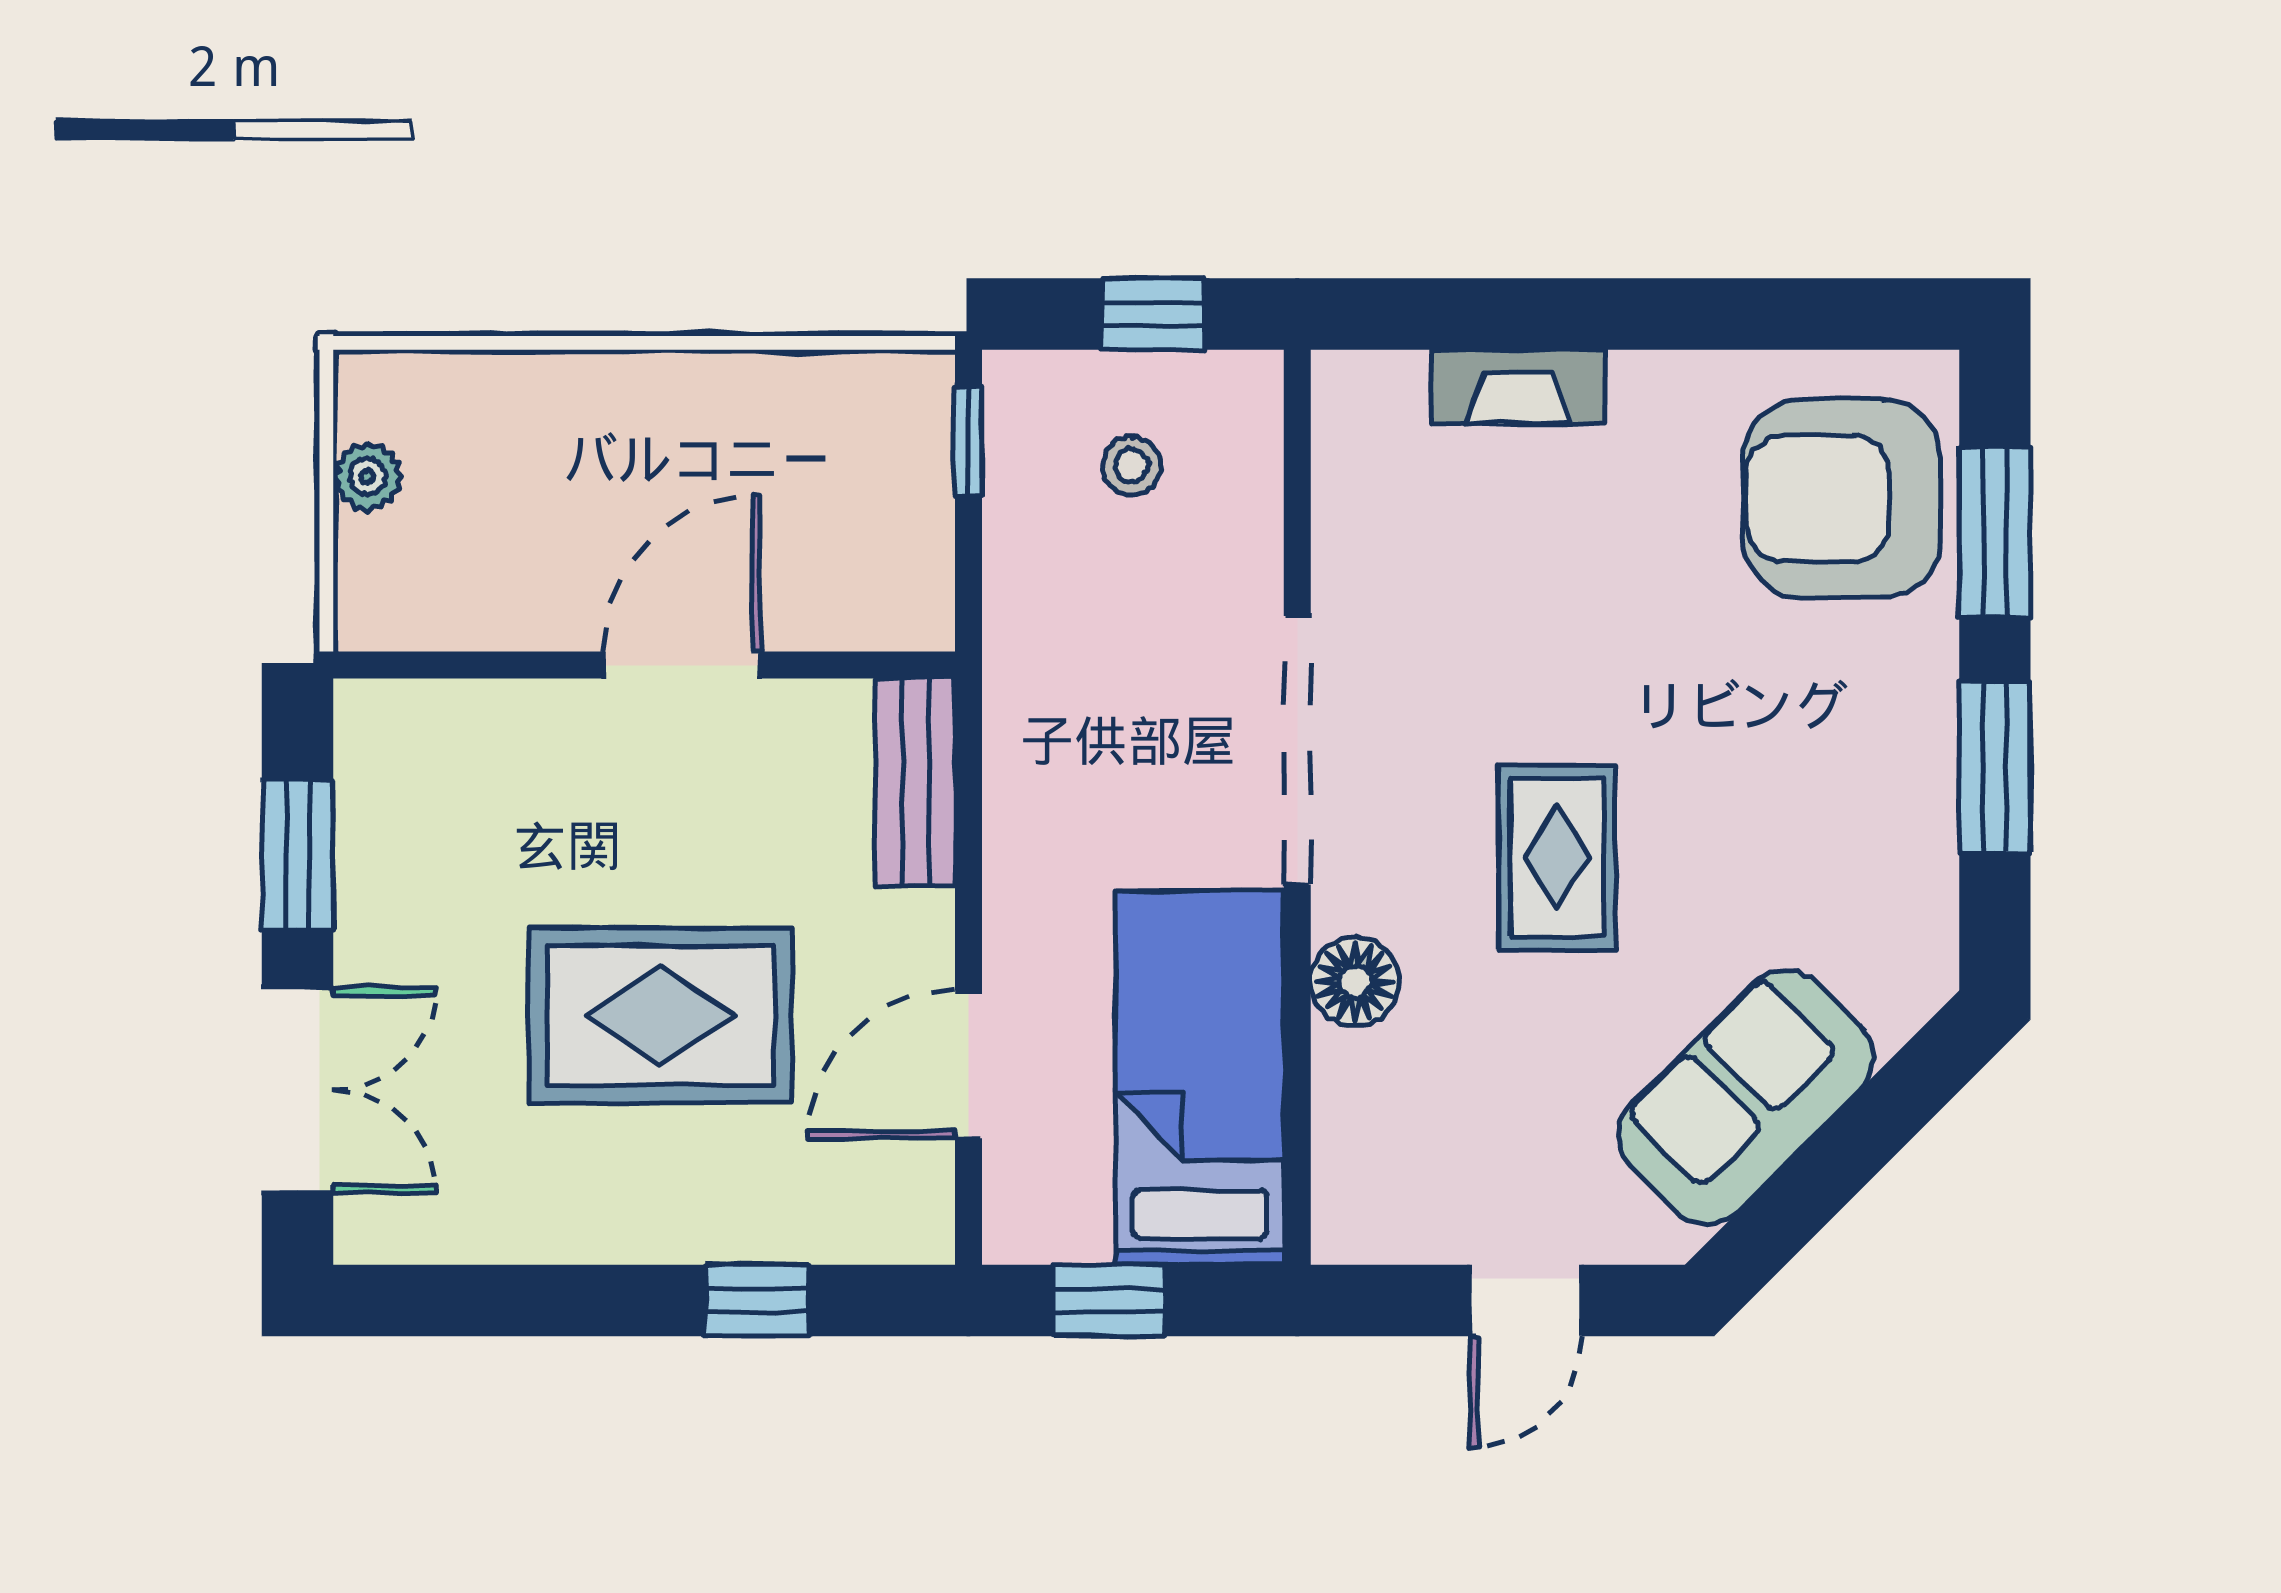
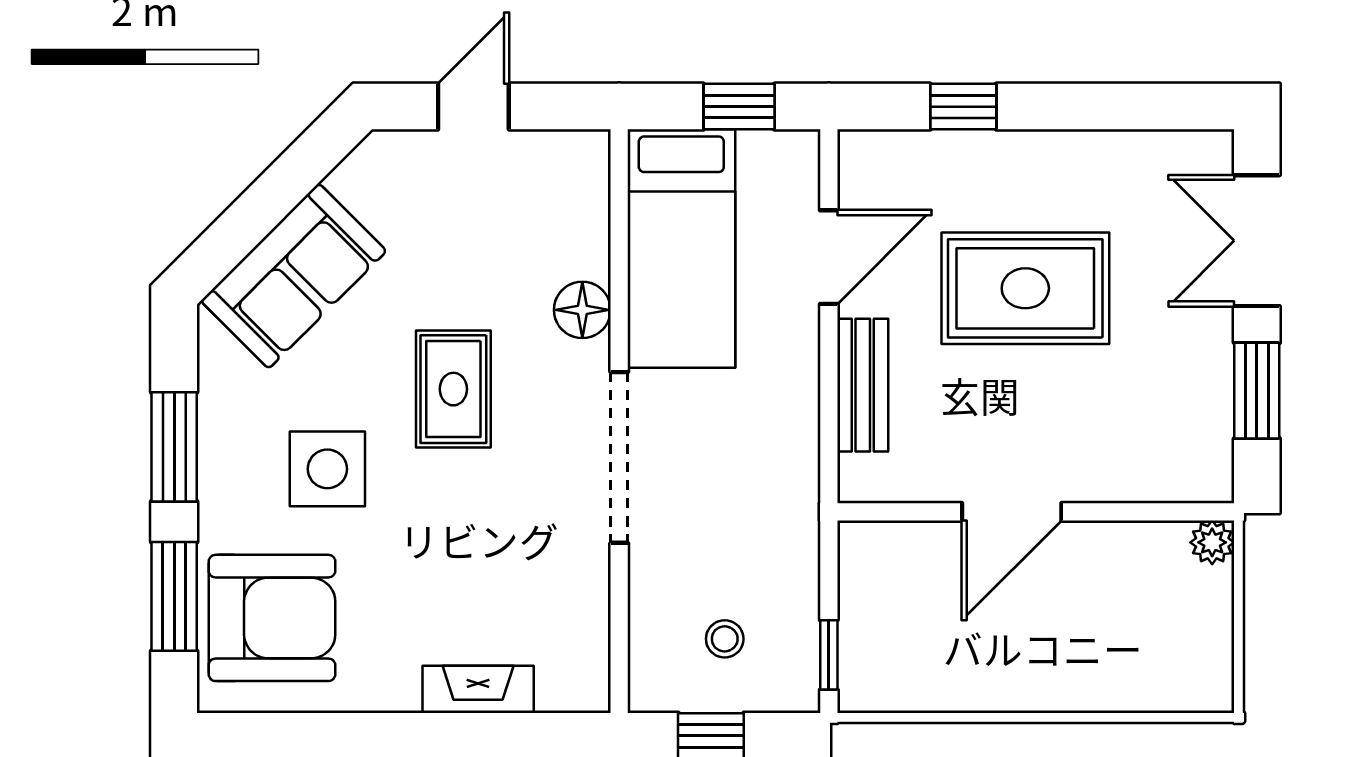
plant: (367, 476) -> (1212, 542), moved
side table: (1755, 732) -> (327, 469), added
bench: (915, 783) -> (863, 385), moved
sofa: (1746, 1097) -> (294, 276), moved

